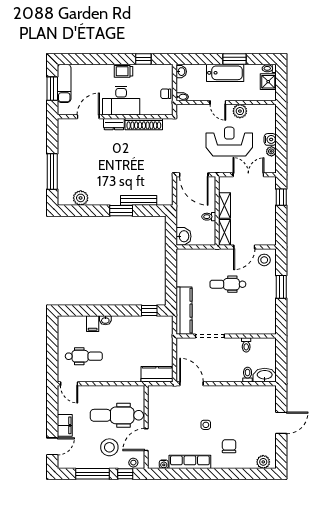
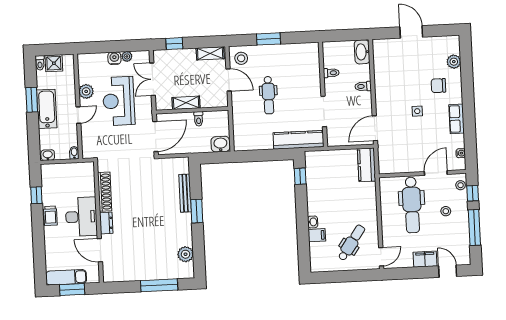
chair: (166, 94) -> (72, 170), removed
shelving: (224, 232) -> (210, 53), moved
dental chair: (84, 356) -> (351, 243), turned 35
toilet: (248, 375) -> (363, 86), moved
door: (146, 440) -> (436, 173), swing flipped
stool: (109, 447) -> (446, 211), width x0.53, depth x0.53
row of seats: (190, 462) -> (457, 119), width x0.68
plant: (263, 462) -> (454, 62), moved

